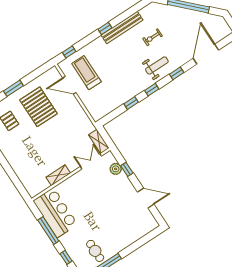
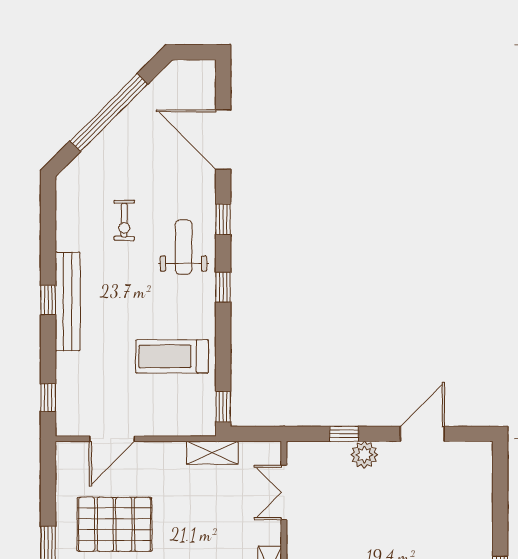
bench: (122, 28) -> (68, 302), moved
treadmill: (86, 73) -> (172, 356), moved
window: (131, 103) -> (223, 407), moved
shelving: (99, 141) -> (212, 453), moved
plant: (116, 169) -> (364, 455), moved

